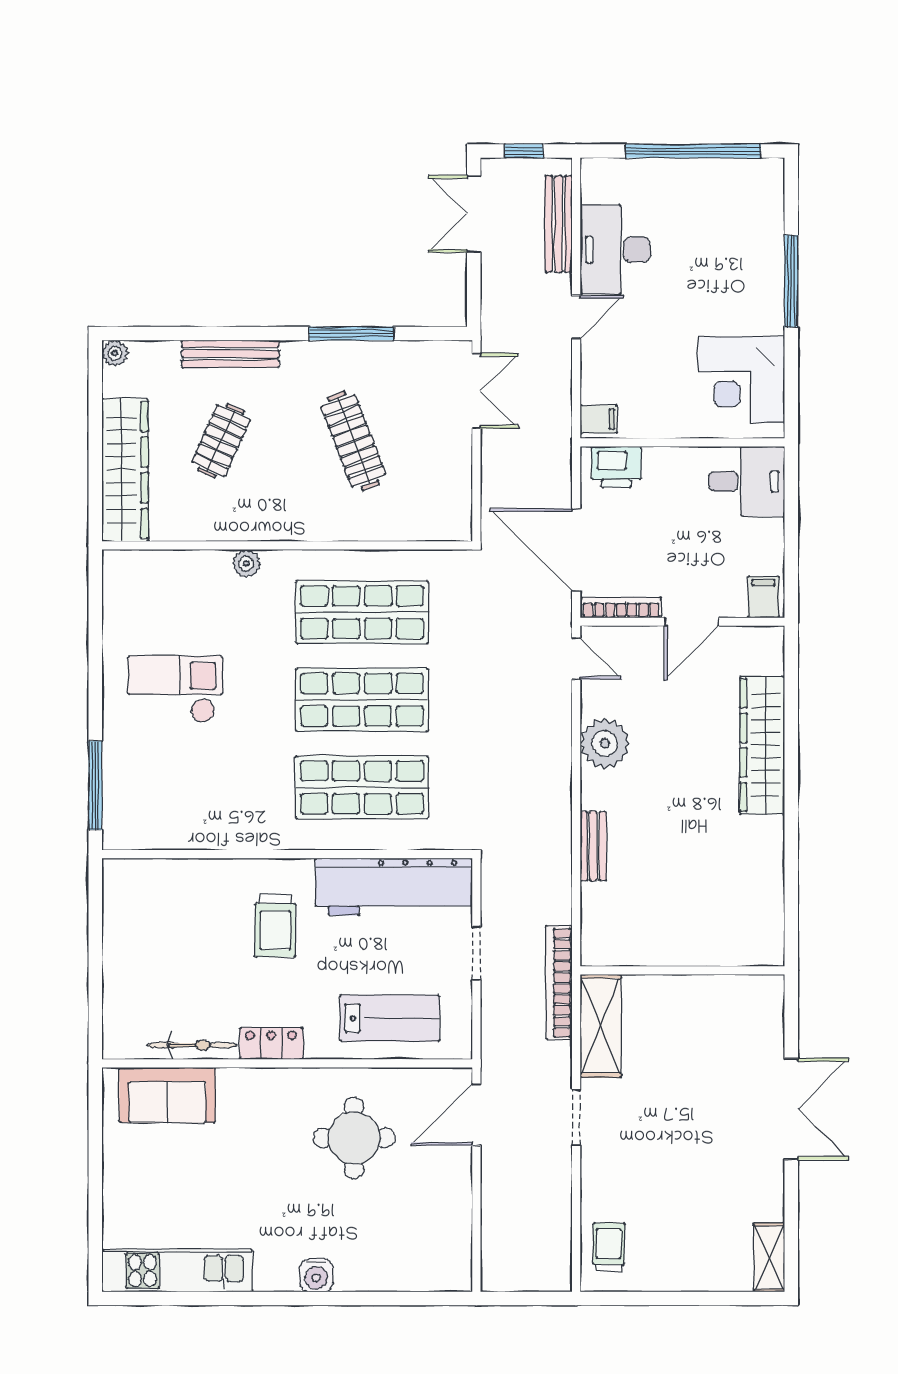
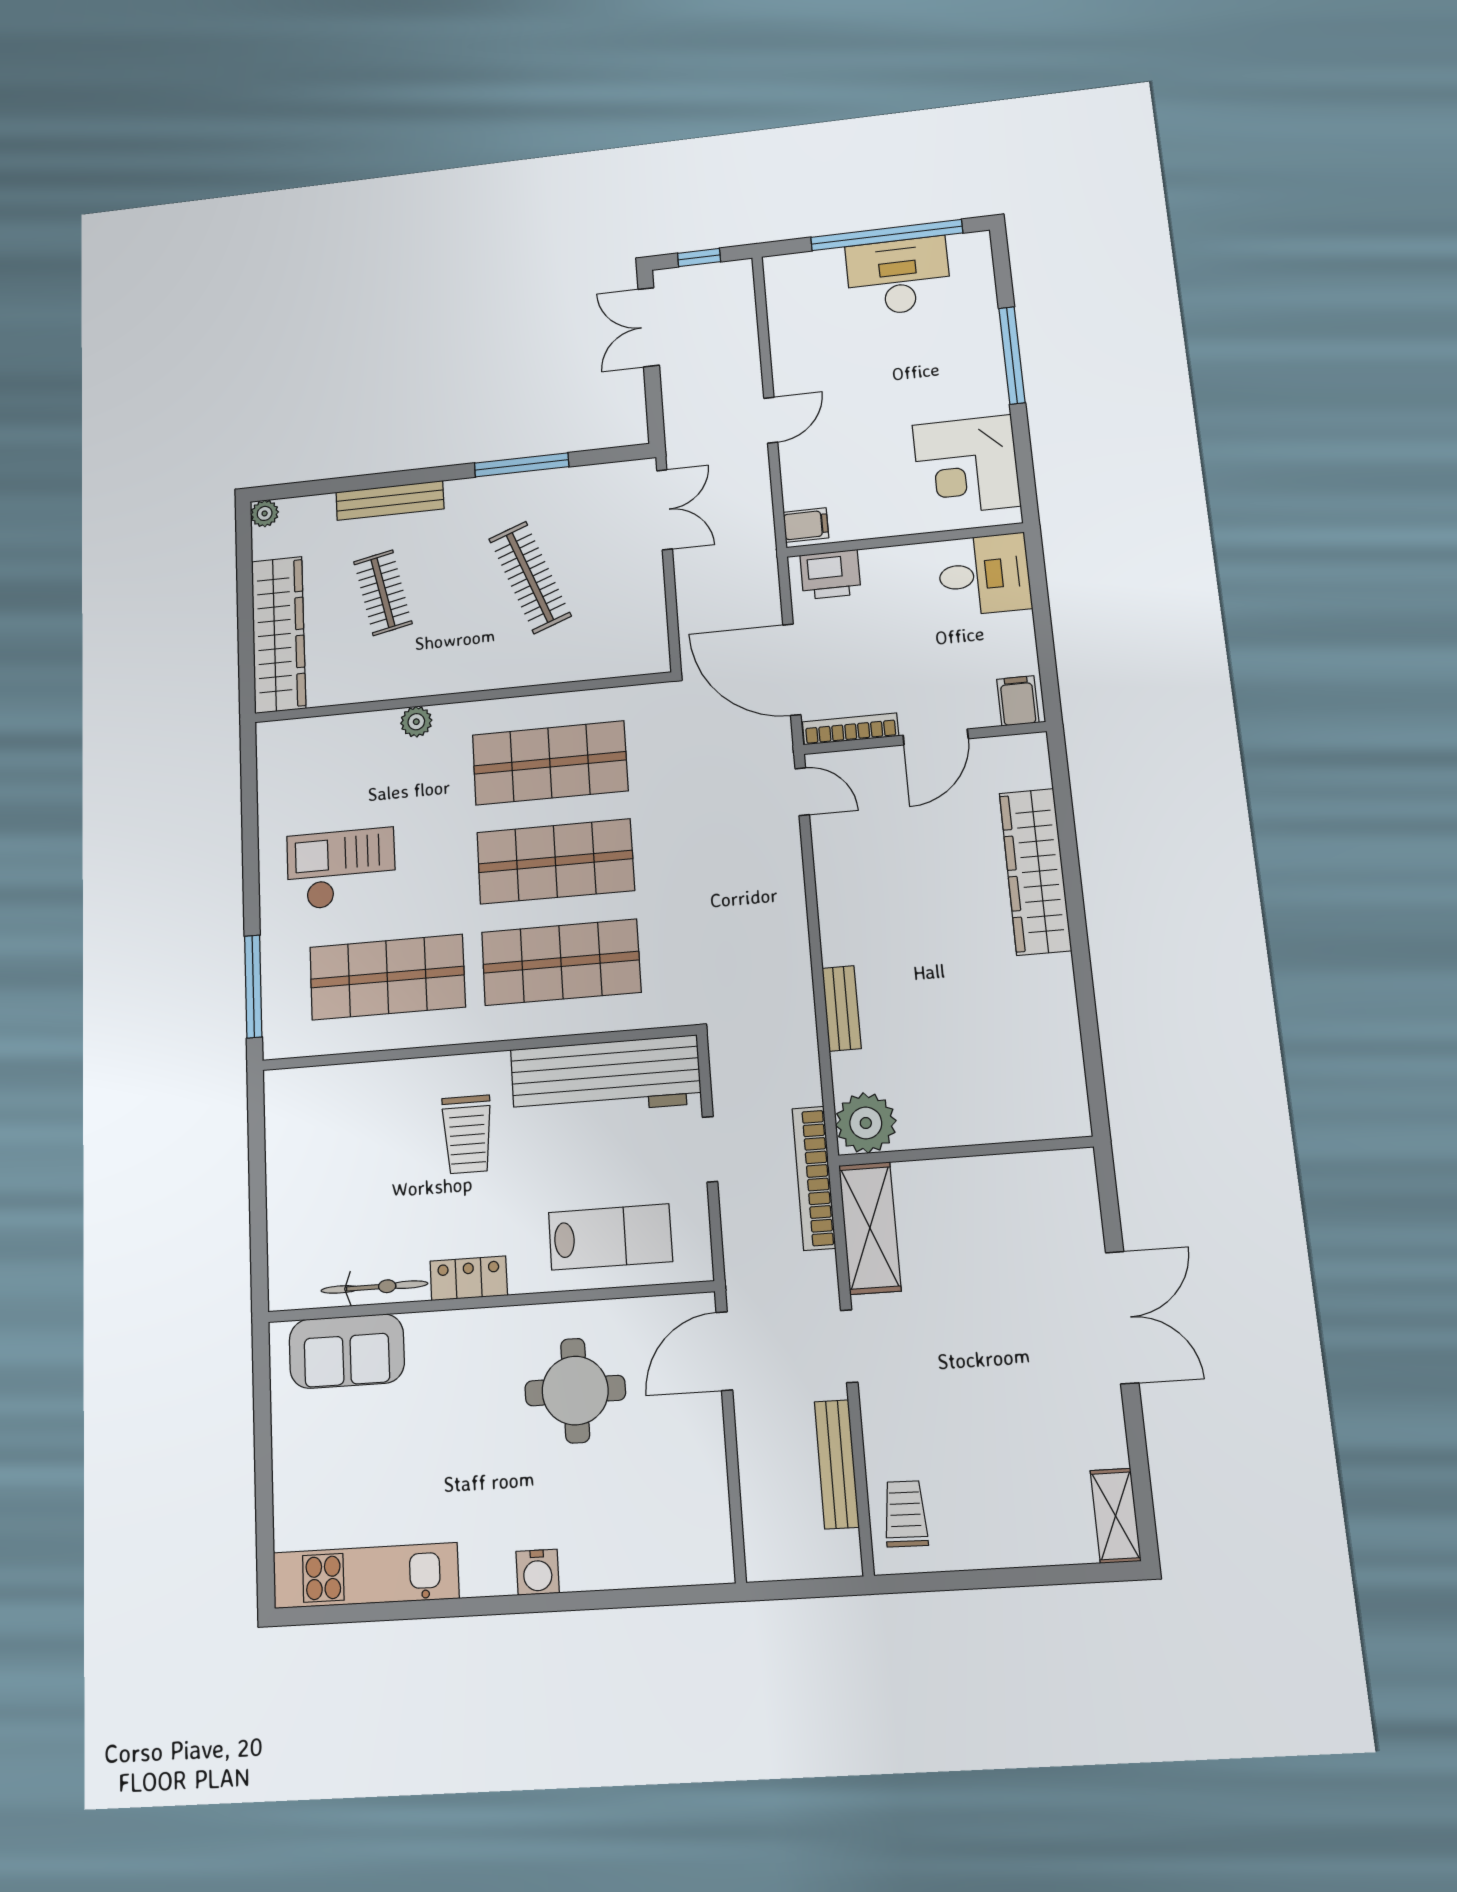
bench: (559, 224) -> (837, 1464), moved
desk: (615, 250) -> (898, 276), moved, turned 90
clothes rail: (221, 441) -> (383, 593), turned -36
plant: (605, 743) -> (866, 1123), moved
shop shelf: (212, 787) -> (387, 977), added

